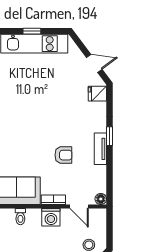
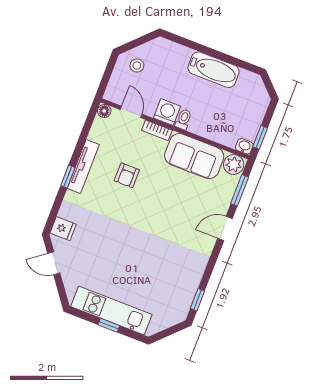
tv unit: (100, 149) -> (83, 166), width x1.41
armchair: (63, 155) -> (127, 175), turned -90
toilet: (20, 217) -> (183, 119), moved

